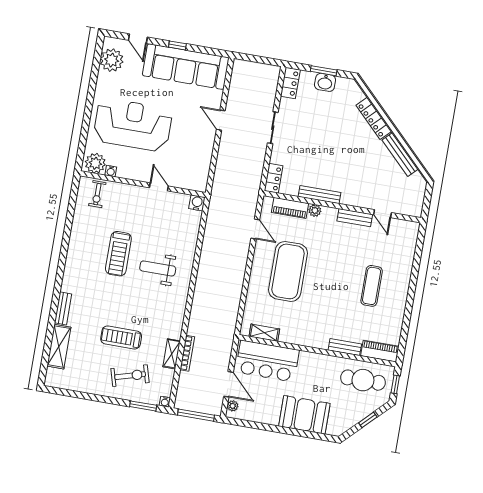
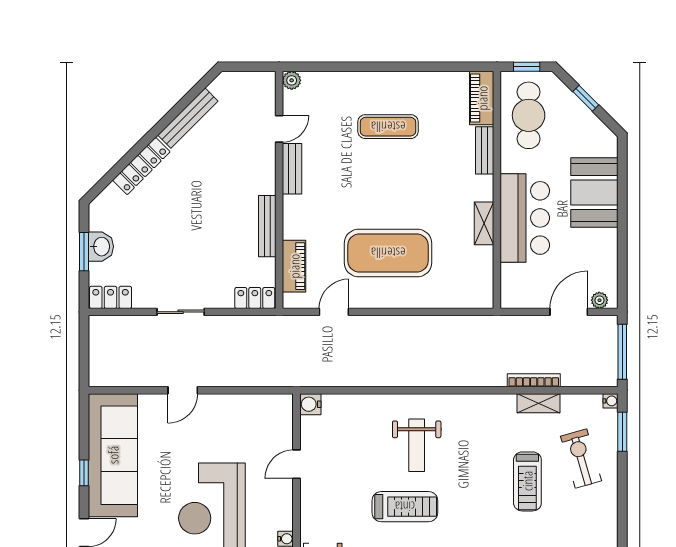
plant: (315, 210) -> (292, 80), moved
shelving: (264, 333) -> (484, 223), moved
bar counter: (267, 361) -> (525, 218), moved

